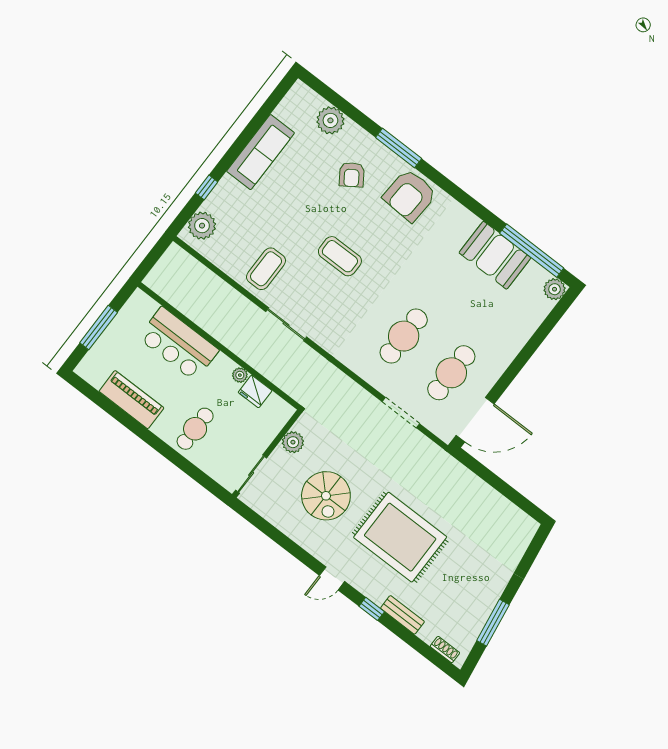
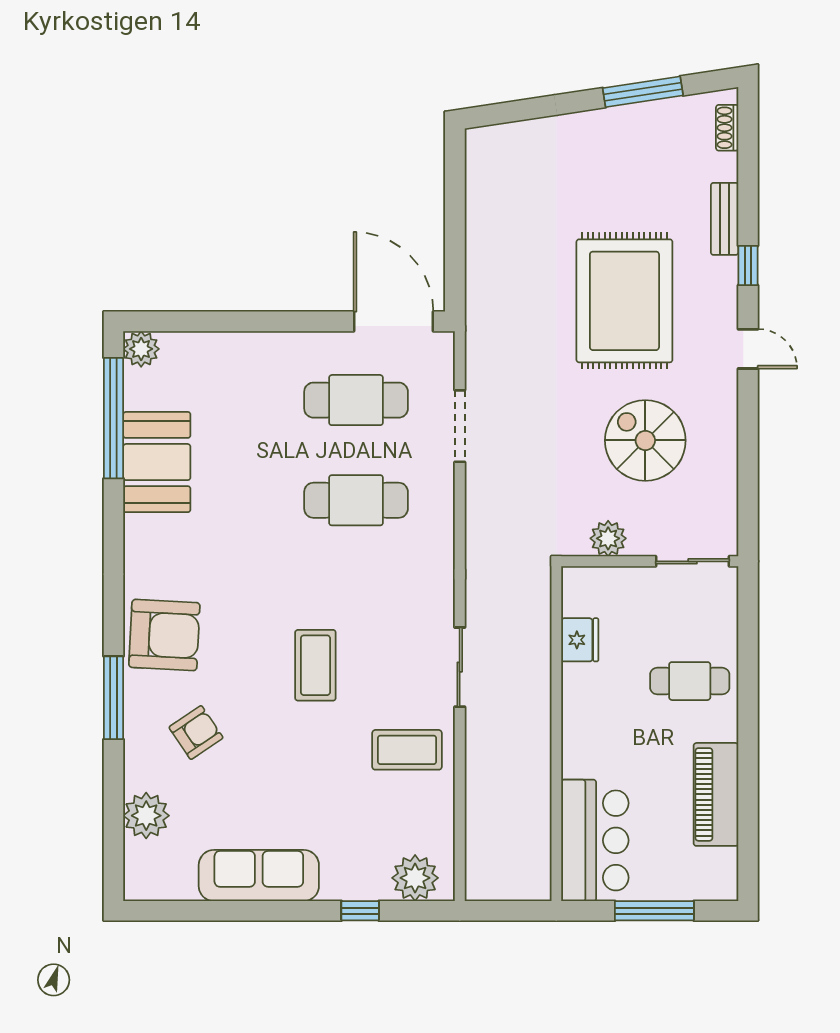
bar counter: (178, 344) -> (595, 840), moved
plant: (240, 375) -> (574, 676), removed
spiral stairs: (326, 496) -> (645, 440), turned -90

